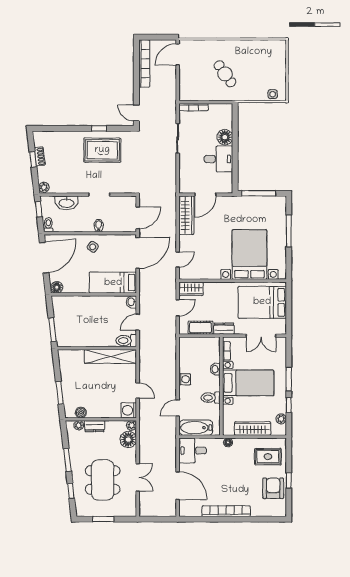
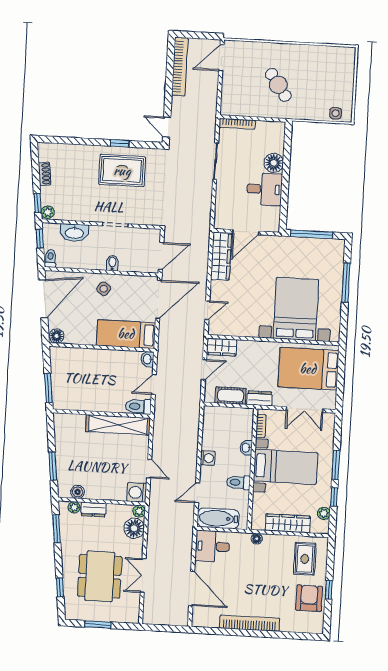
window: (33, 159) -> (38, 203), moved
rug: (268, 457) -> (305, 559), turned 90
window: (67, 460) -> (57, 529), moved
double door: (138, 477) -> (143, 576), swing flipped

